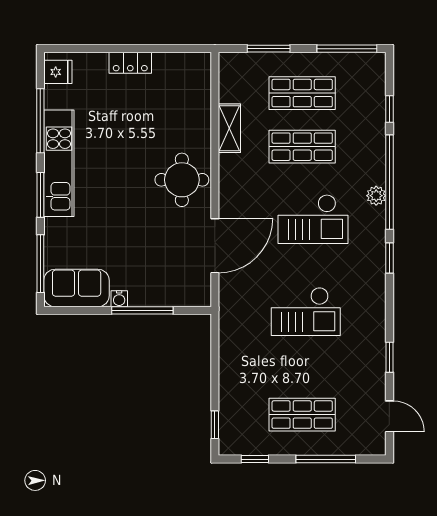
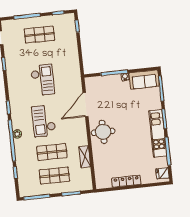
locker: (130, 63) -> (126, 181), width x1.53
checkout: (313, 219) -> (44, 121), turned -90
checkout: (306, 312) -> (43, 80), turned 90

